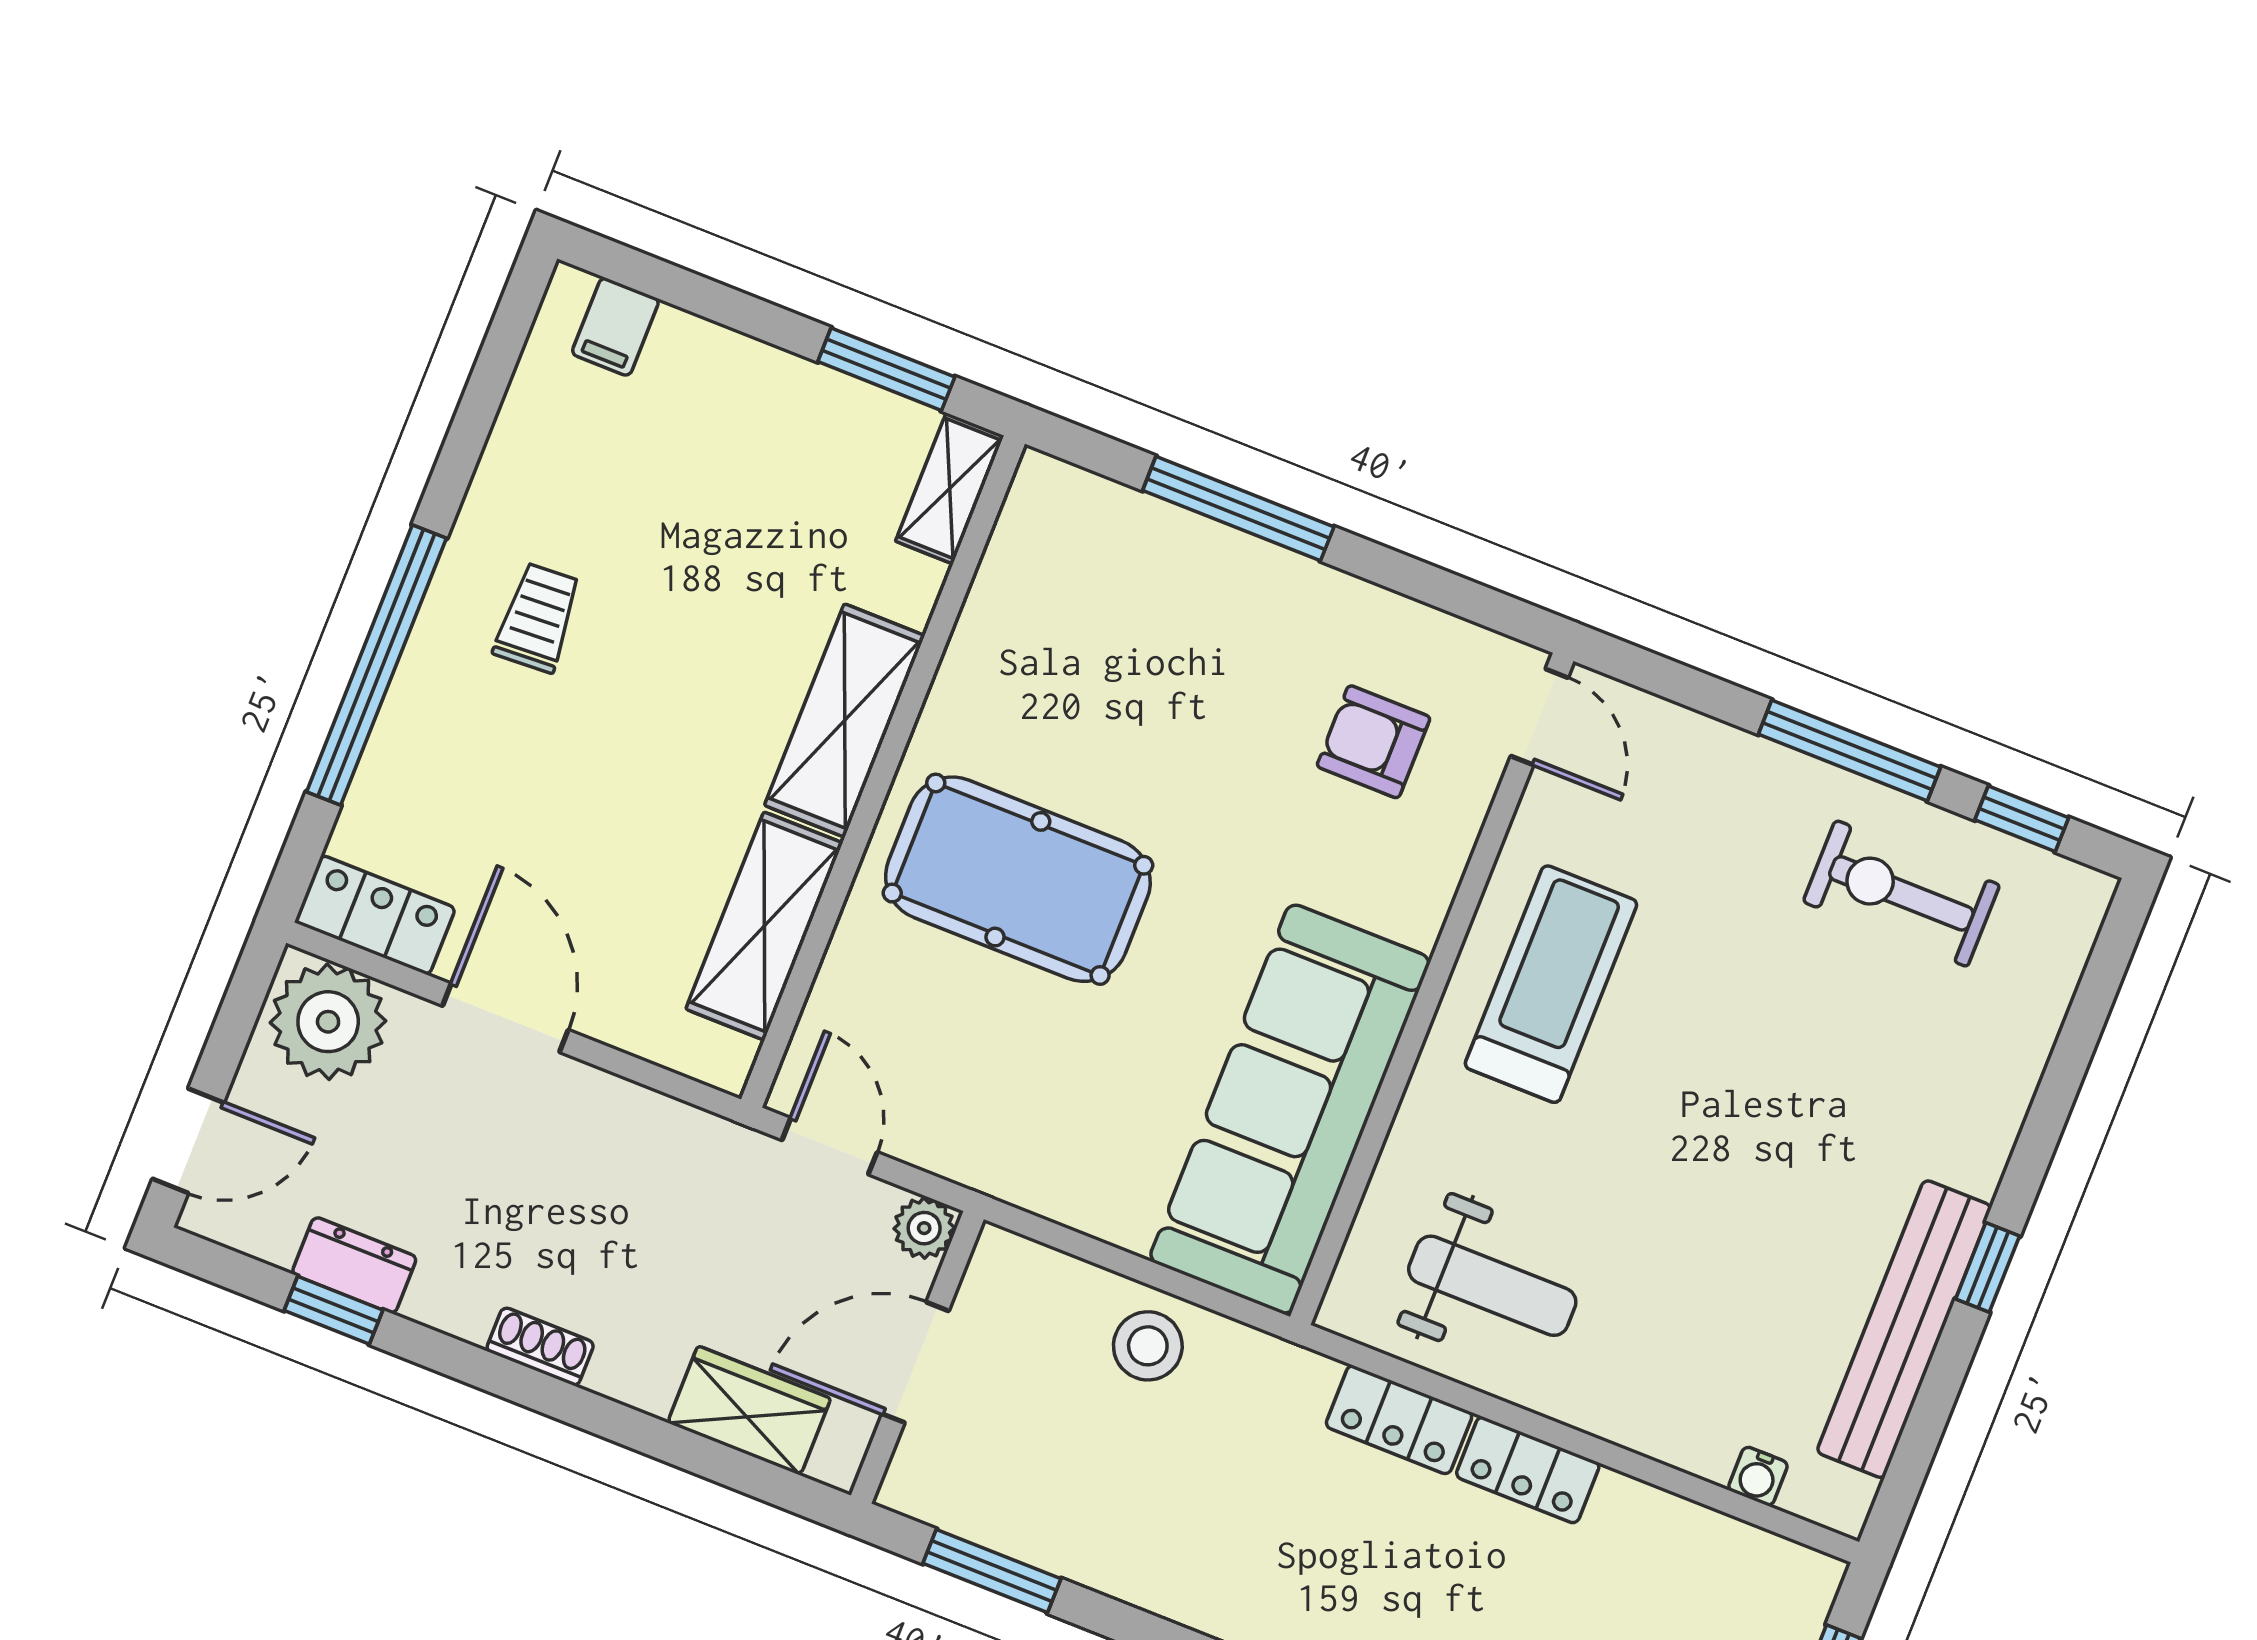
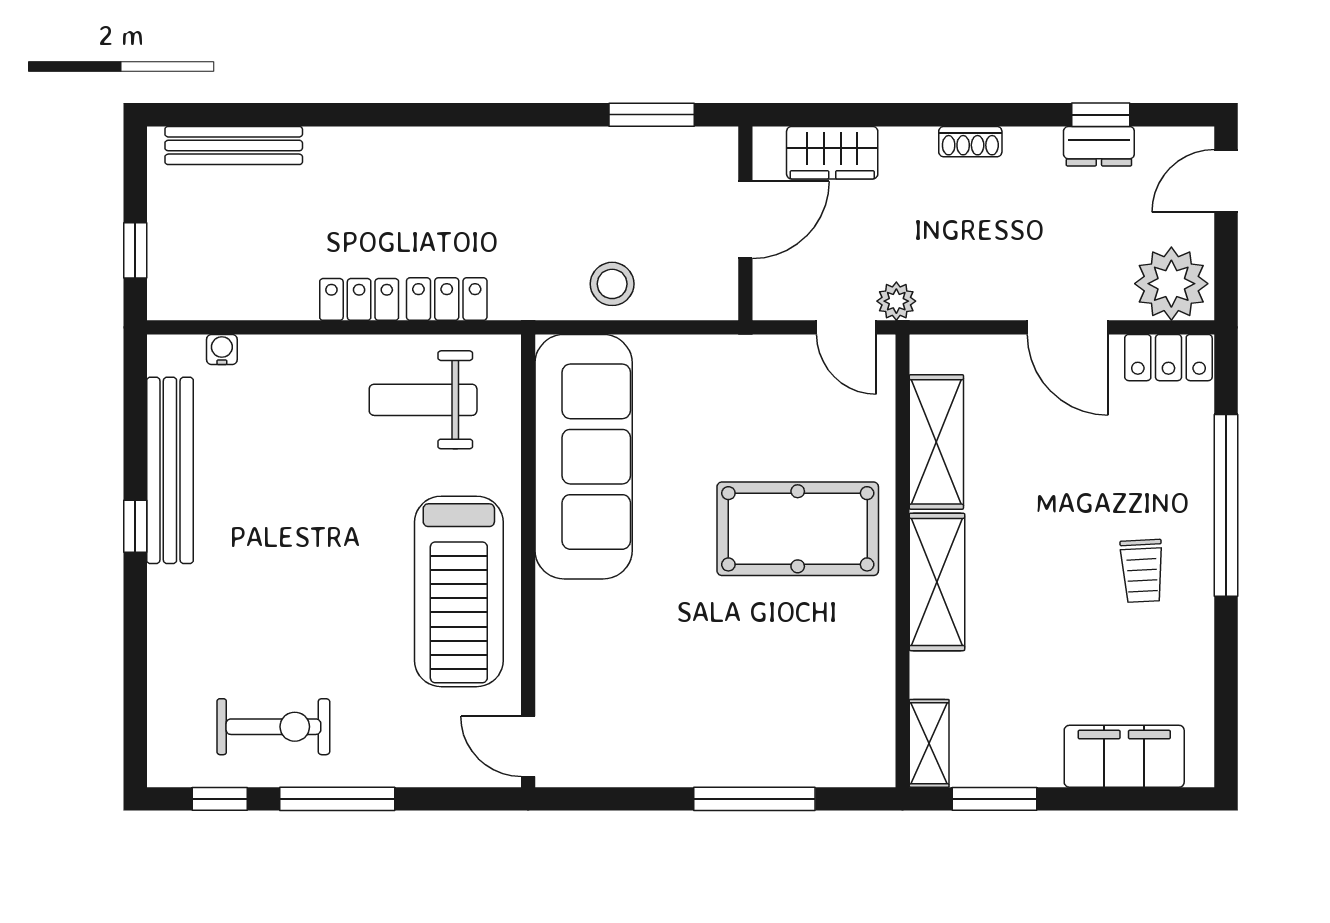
filing cabinet: (615, 327) -> (1124, 756), width x3.00, depth x1.17
armchair: (1374, 742) -> (620, 693), removed
treadmill: (1551, 984) -> (459, 591), width x1.37, depth x1.38
plant: (924, 1228) -> (896, 301), moved

